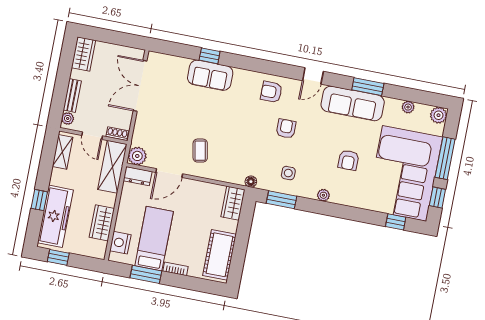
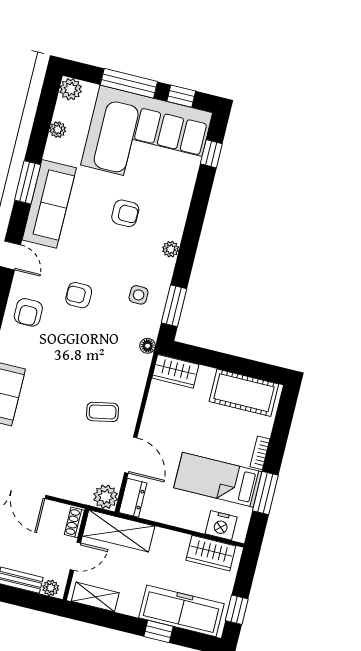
wardrobe: (102, 223) -> (211, 553), moved

